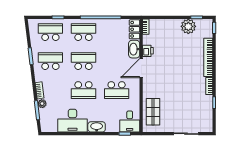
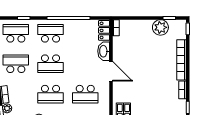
printer: (148, 51) -> (118, 53), removed
school desk: (83, 61) -> (51, 64), turned 180
door: (141, 68) -> (111, 71), swing flipped

